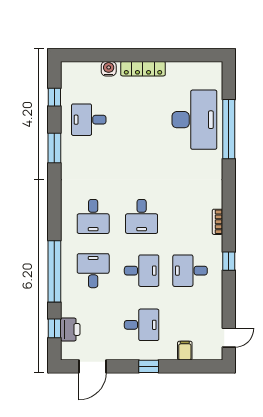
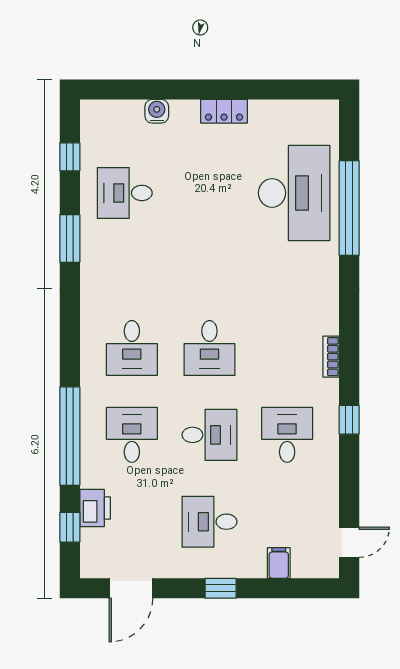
locker: (143, 69) -> (224, 111), width x0.66
desk: (190, 271) -> (287, 435), turned 90
desk: (142, 325) -> (209, 522), turned 180
printer: (70, 329) -> (95, 508), moved

